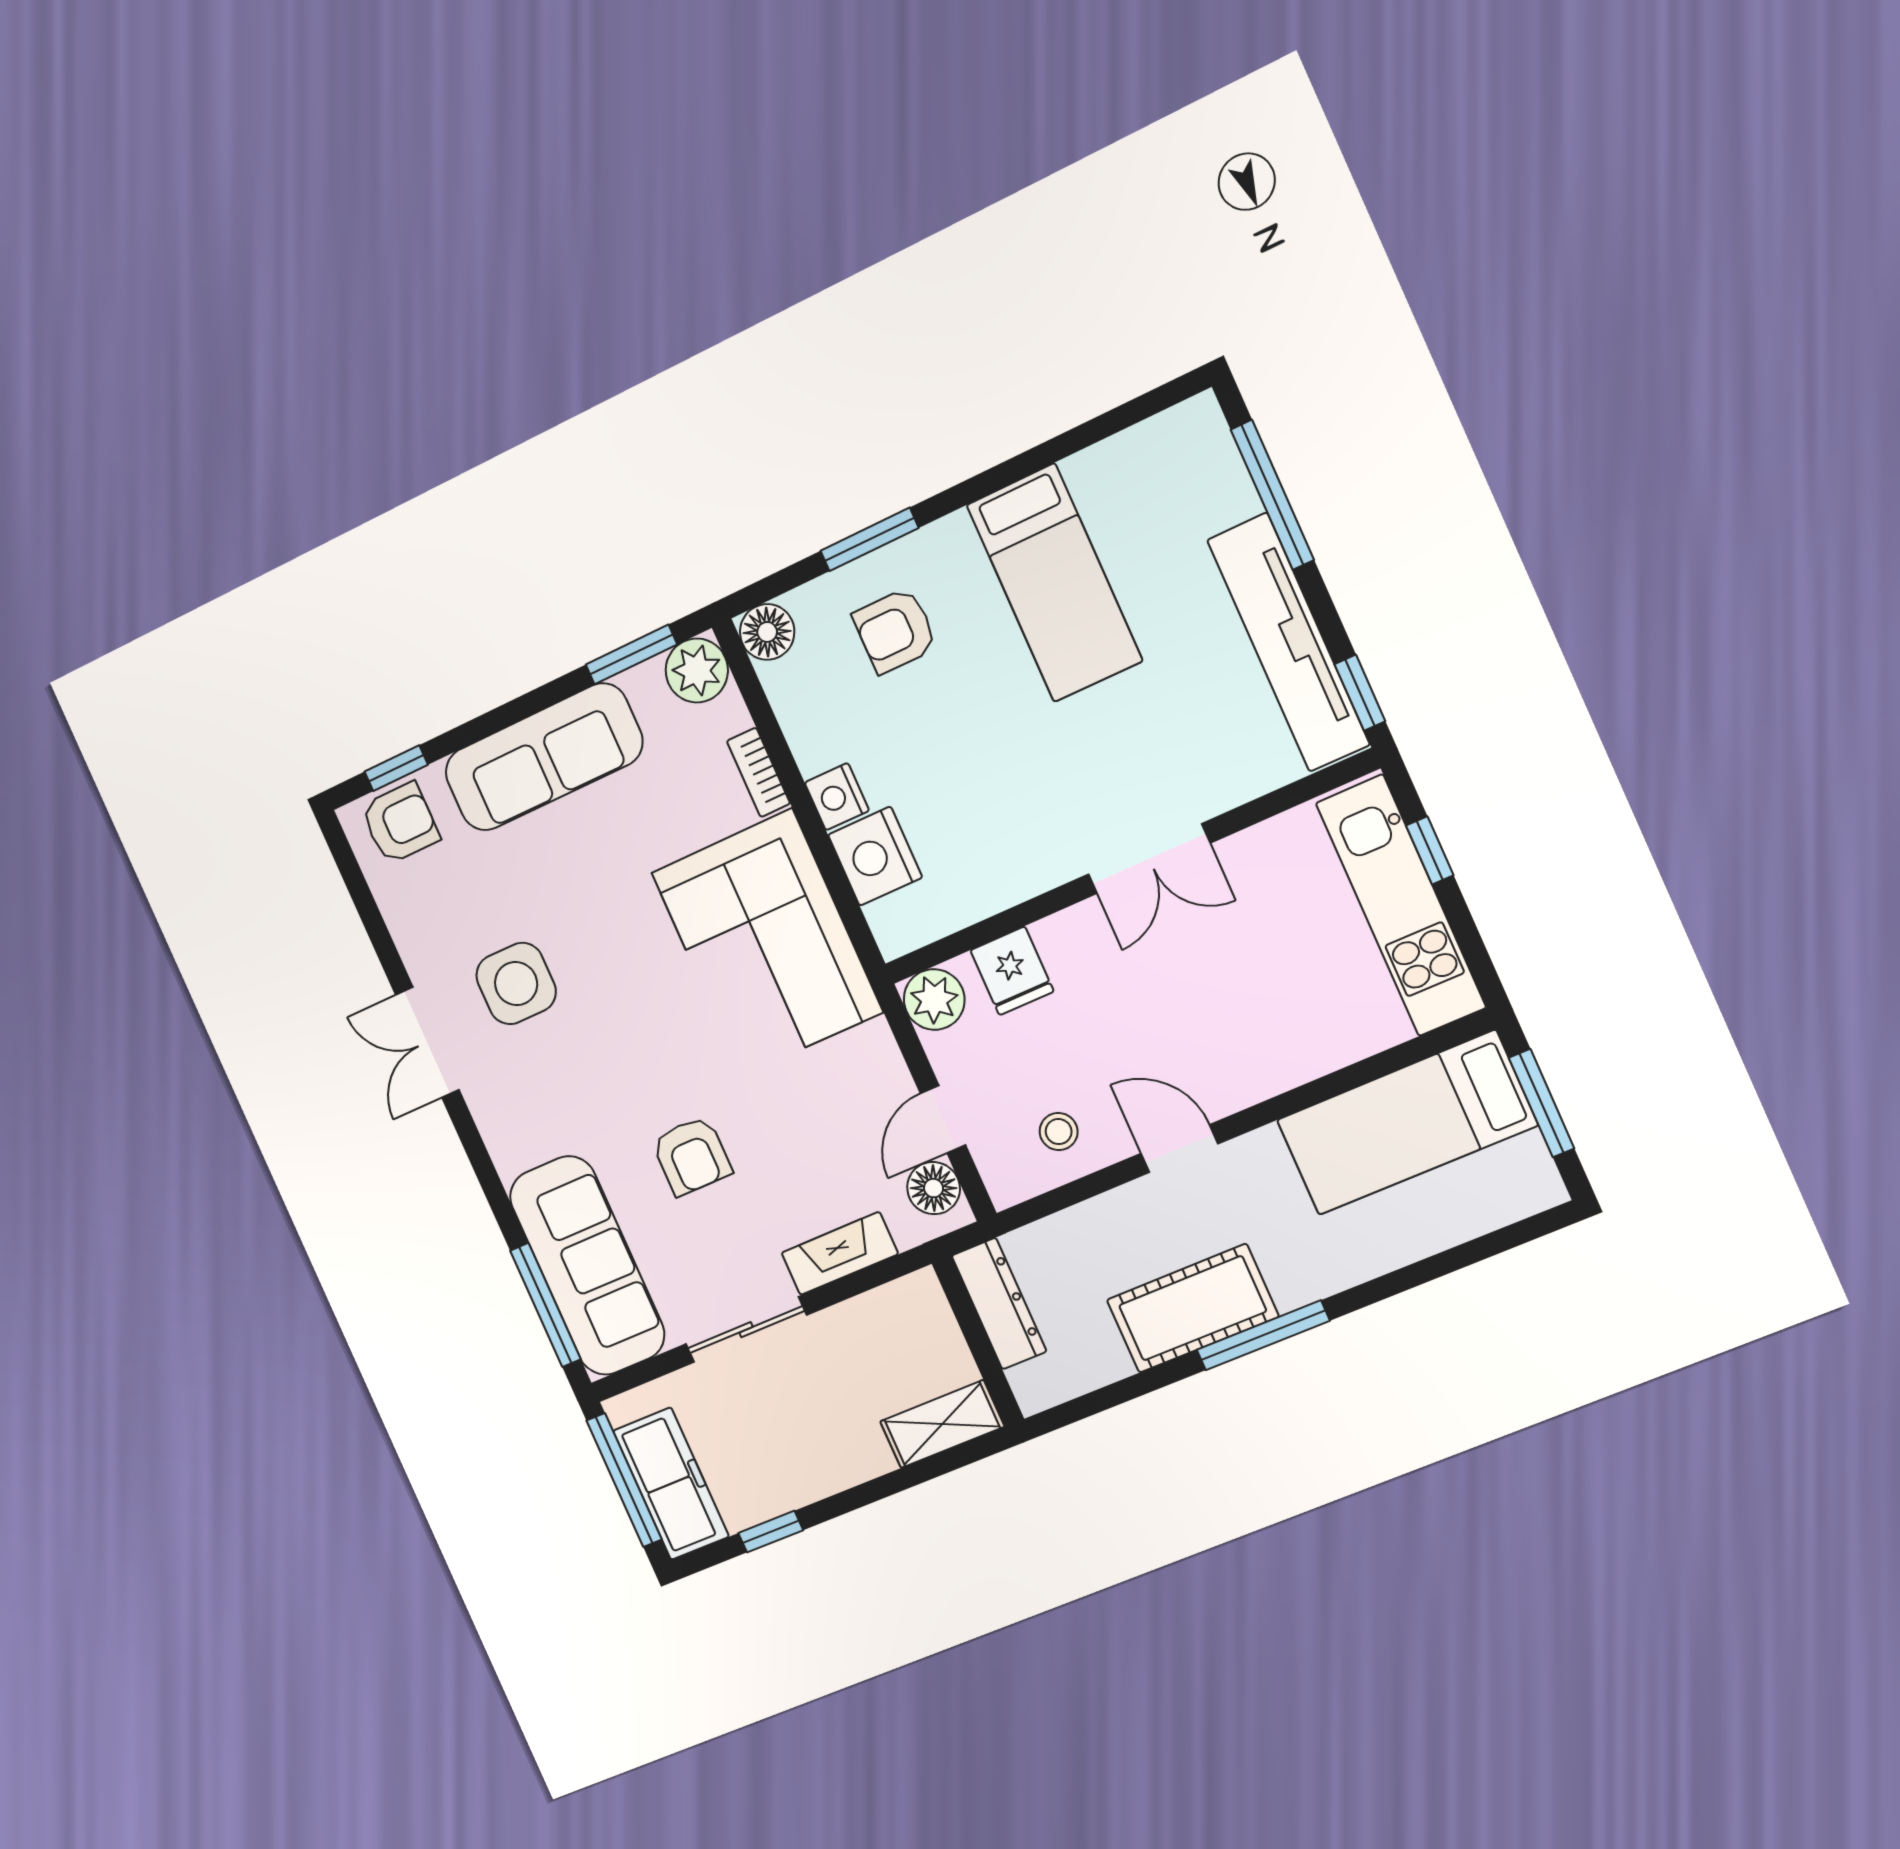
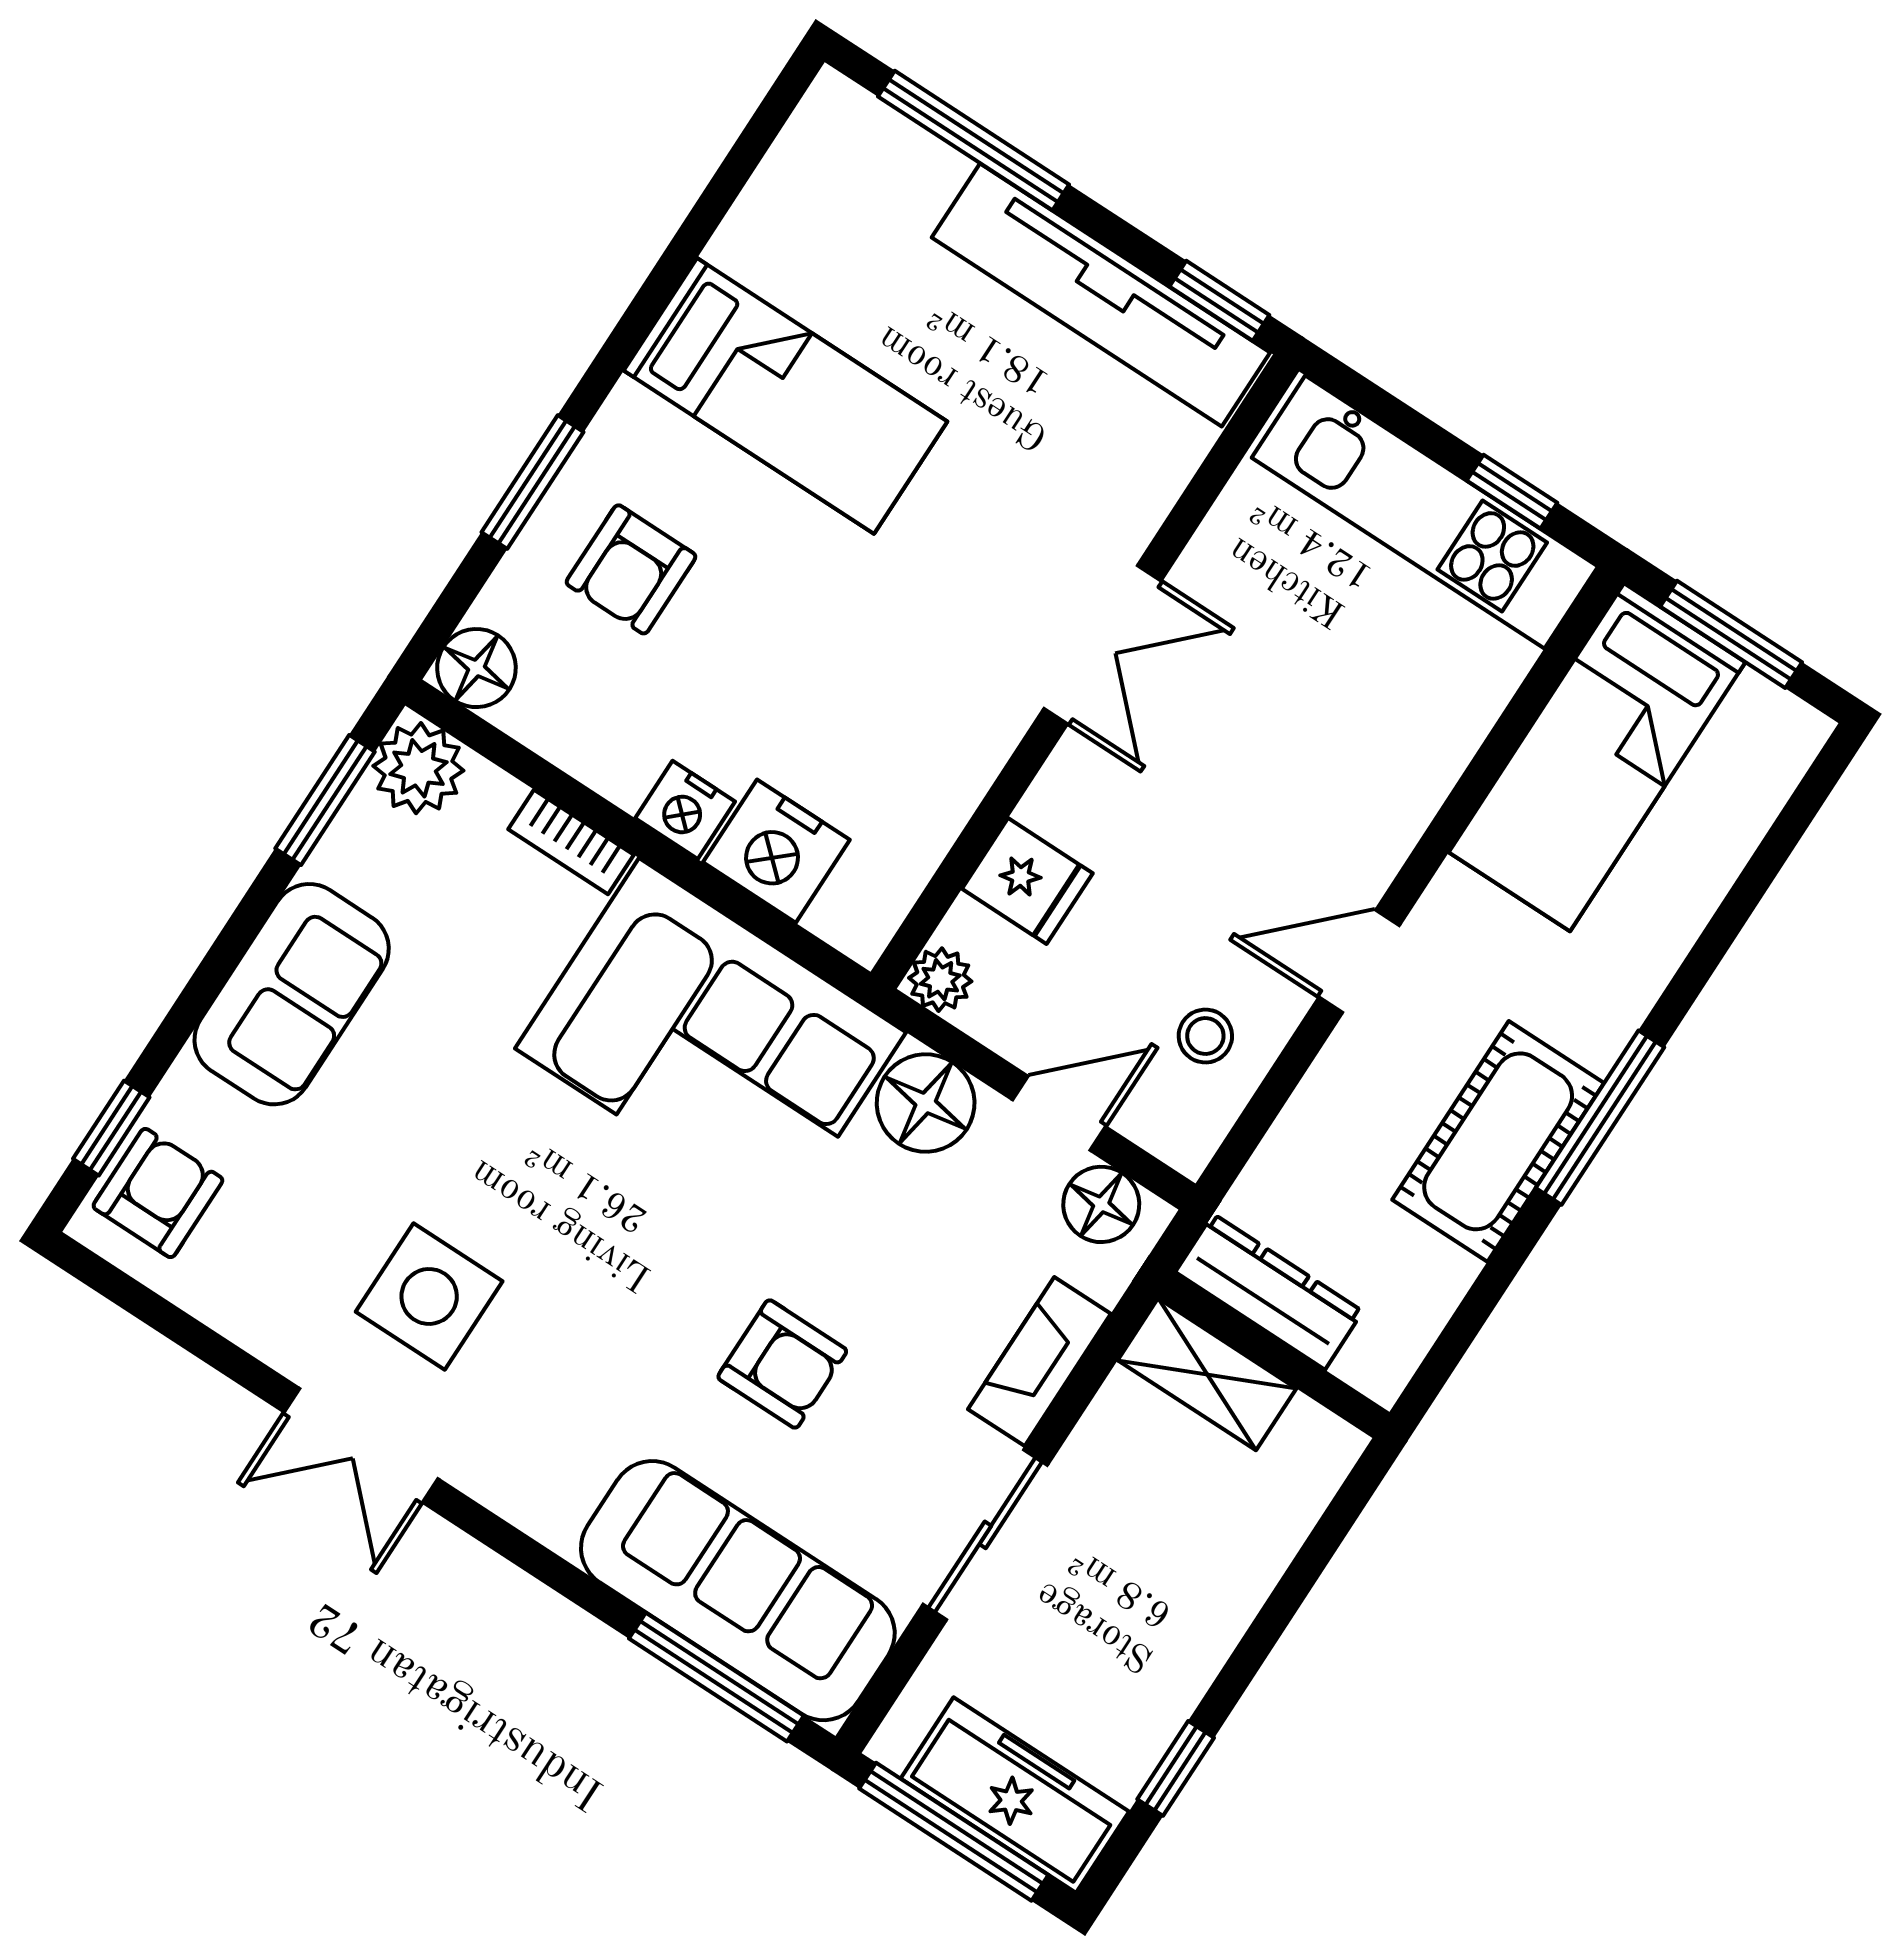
sofa: (544, 757) -> (292, 994), width x0.73
window: (1430, 850) -> (1512, 492), moved
plant: (934, 1000) -> (940, 980), width x0.73, depth x0.73
floor lamp: (869, 1061) -> (926, 1103), added
door: (943, 1119) -> (1059, 1113), swing flipped
shelving: (942, 1424) -> (1207, 1374), moved, turned 90

